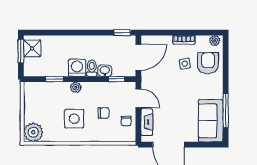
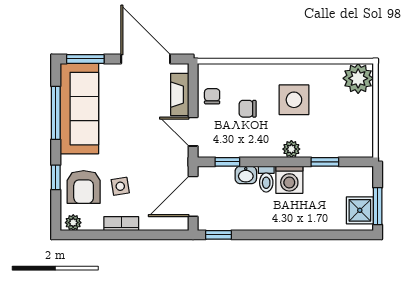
window: (226, 69) -> (56, 177), added
sofa: (211, 121) -> (79, 109), width x1.36
window: (207, 145) -> (85, 59), added

